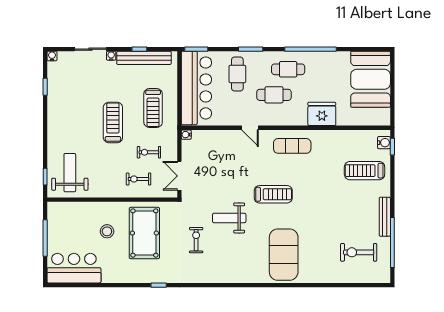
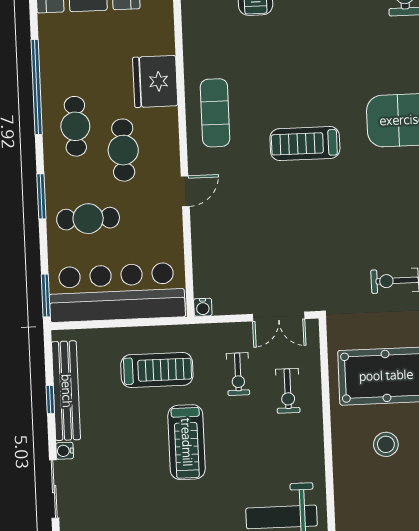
fridge: (322, 114) -> (155, 81), moved
treadmill: (113, 122) -> (186, 442), turned -90
treadmill: (273, 194) -> (305, 144), turned -90
weight bench: (229, 218) -> (352, 222), removed

